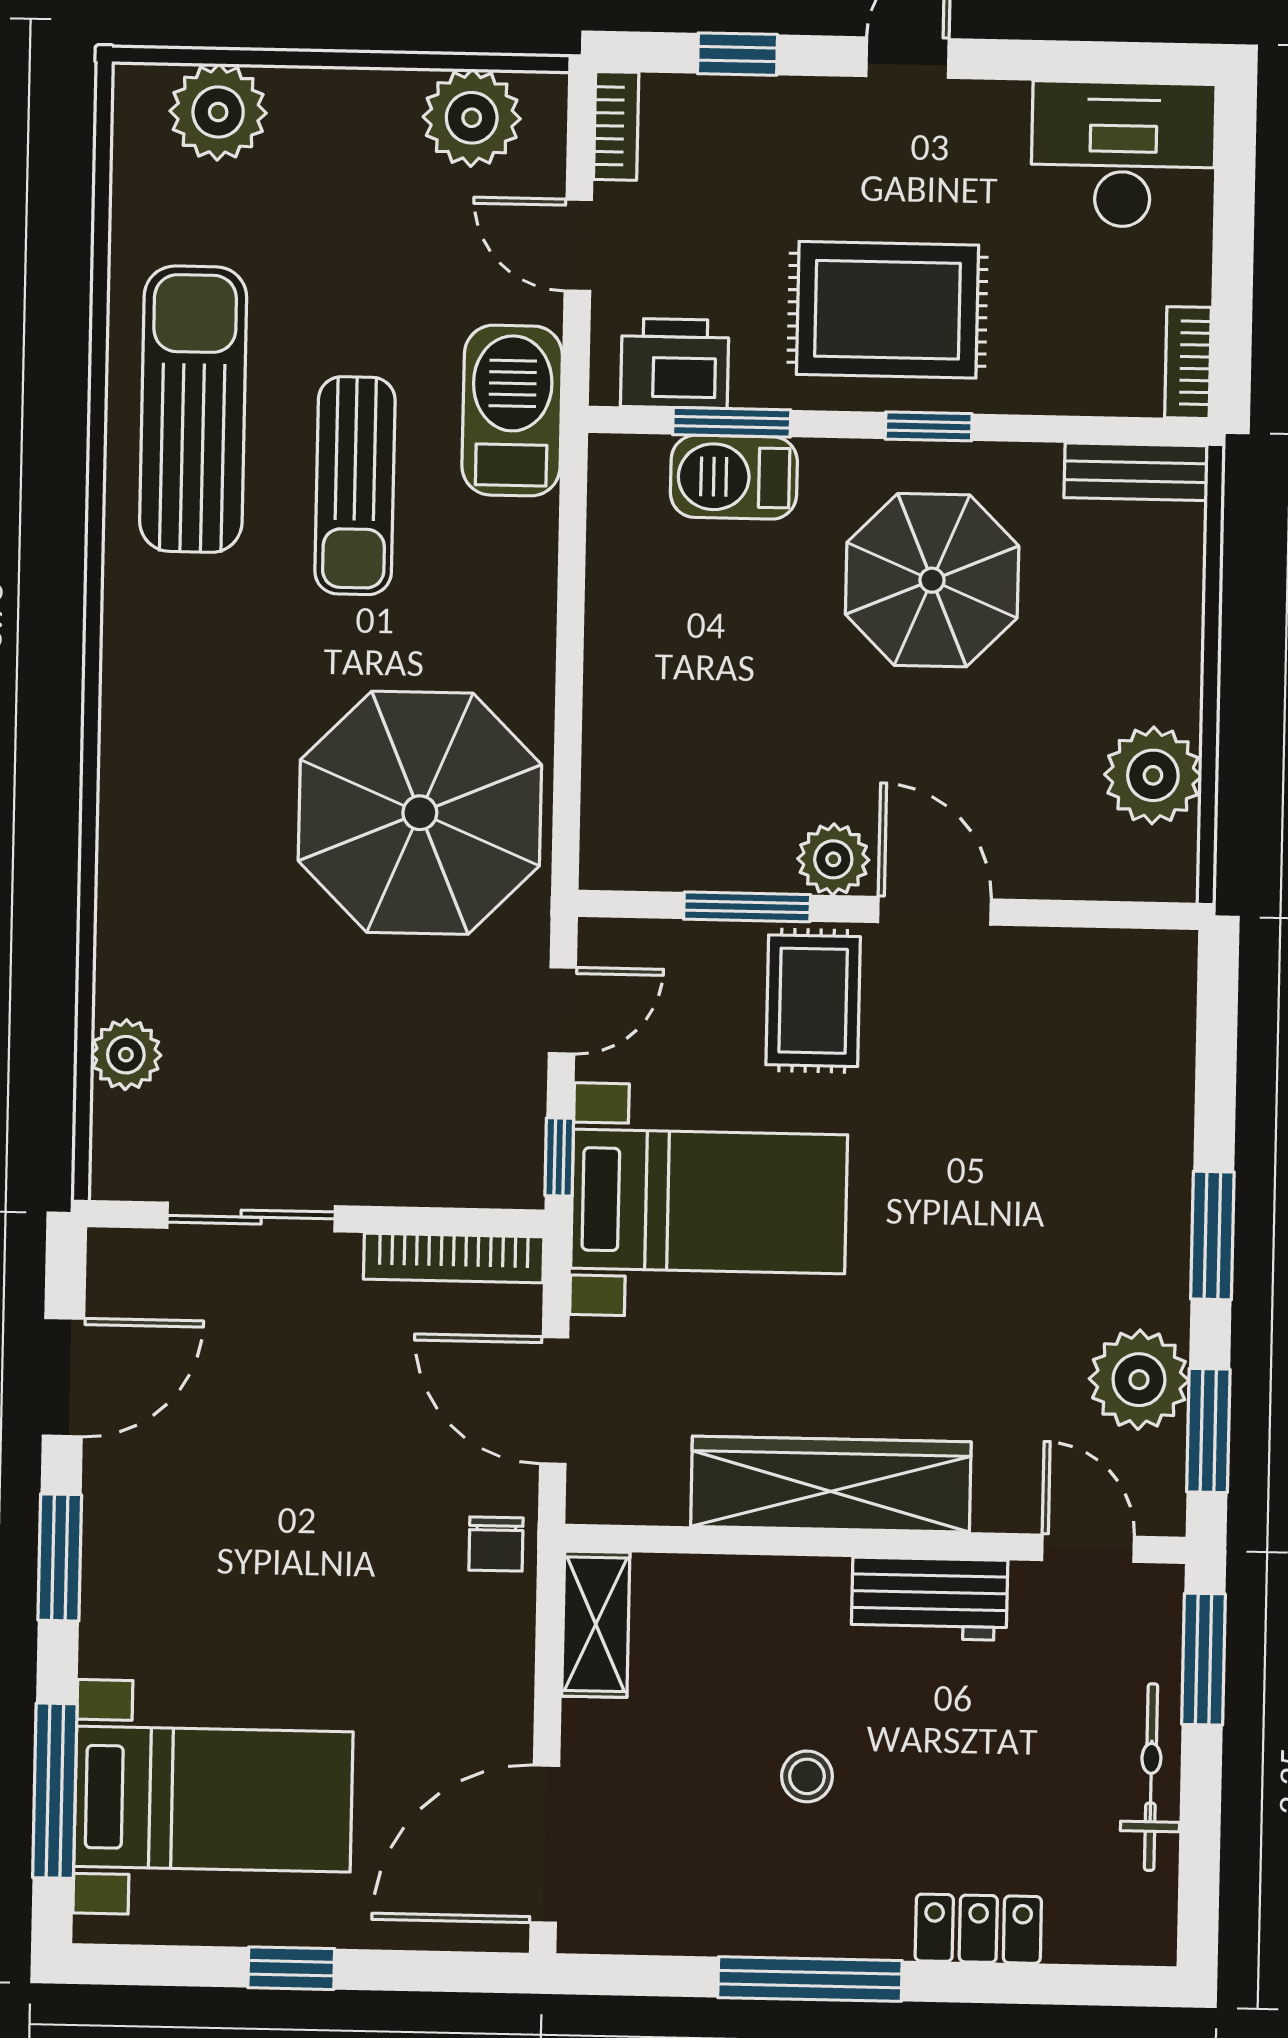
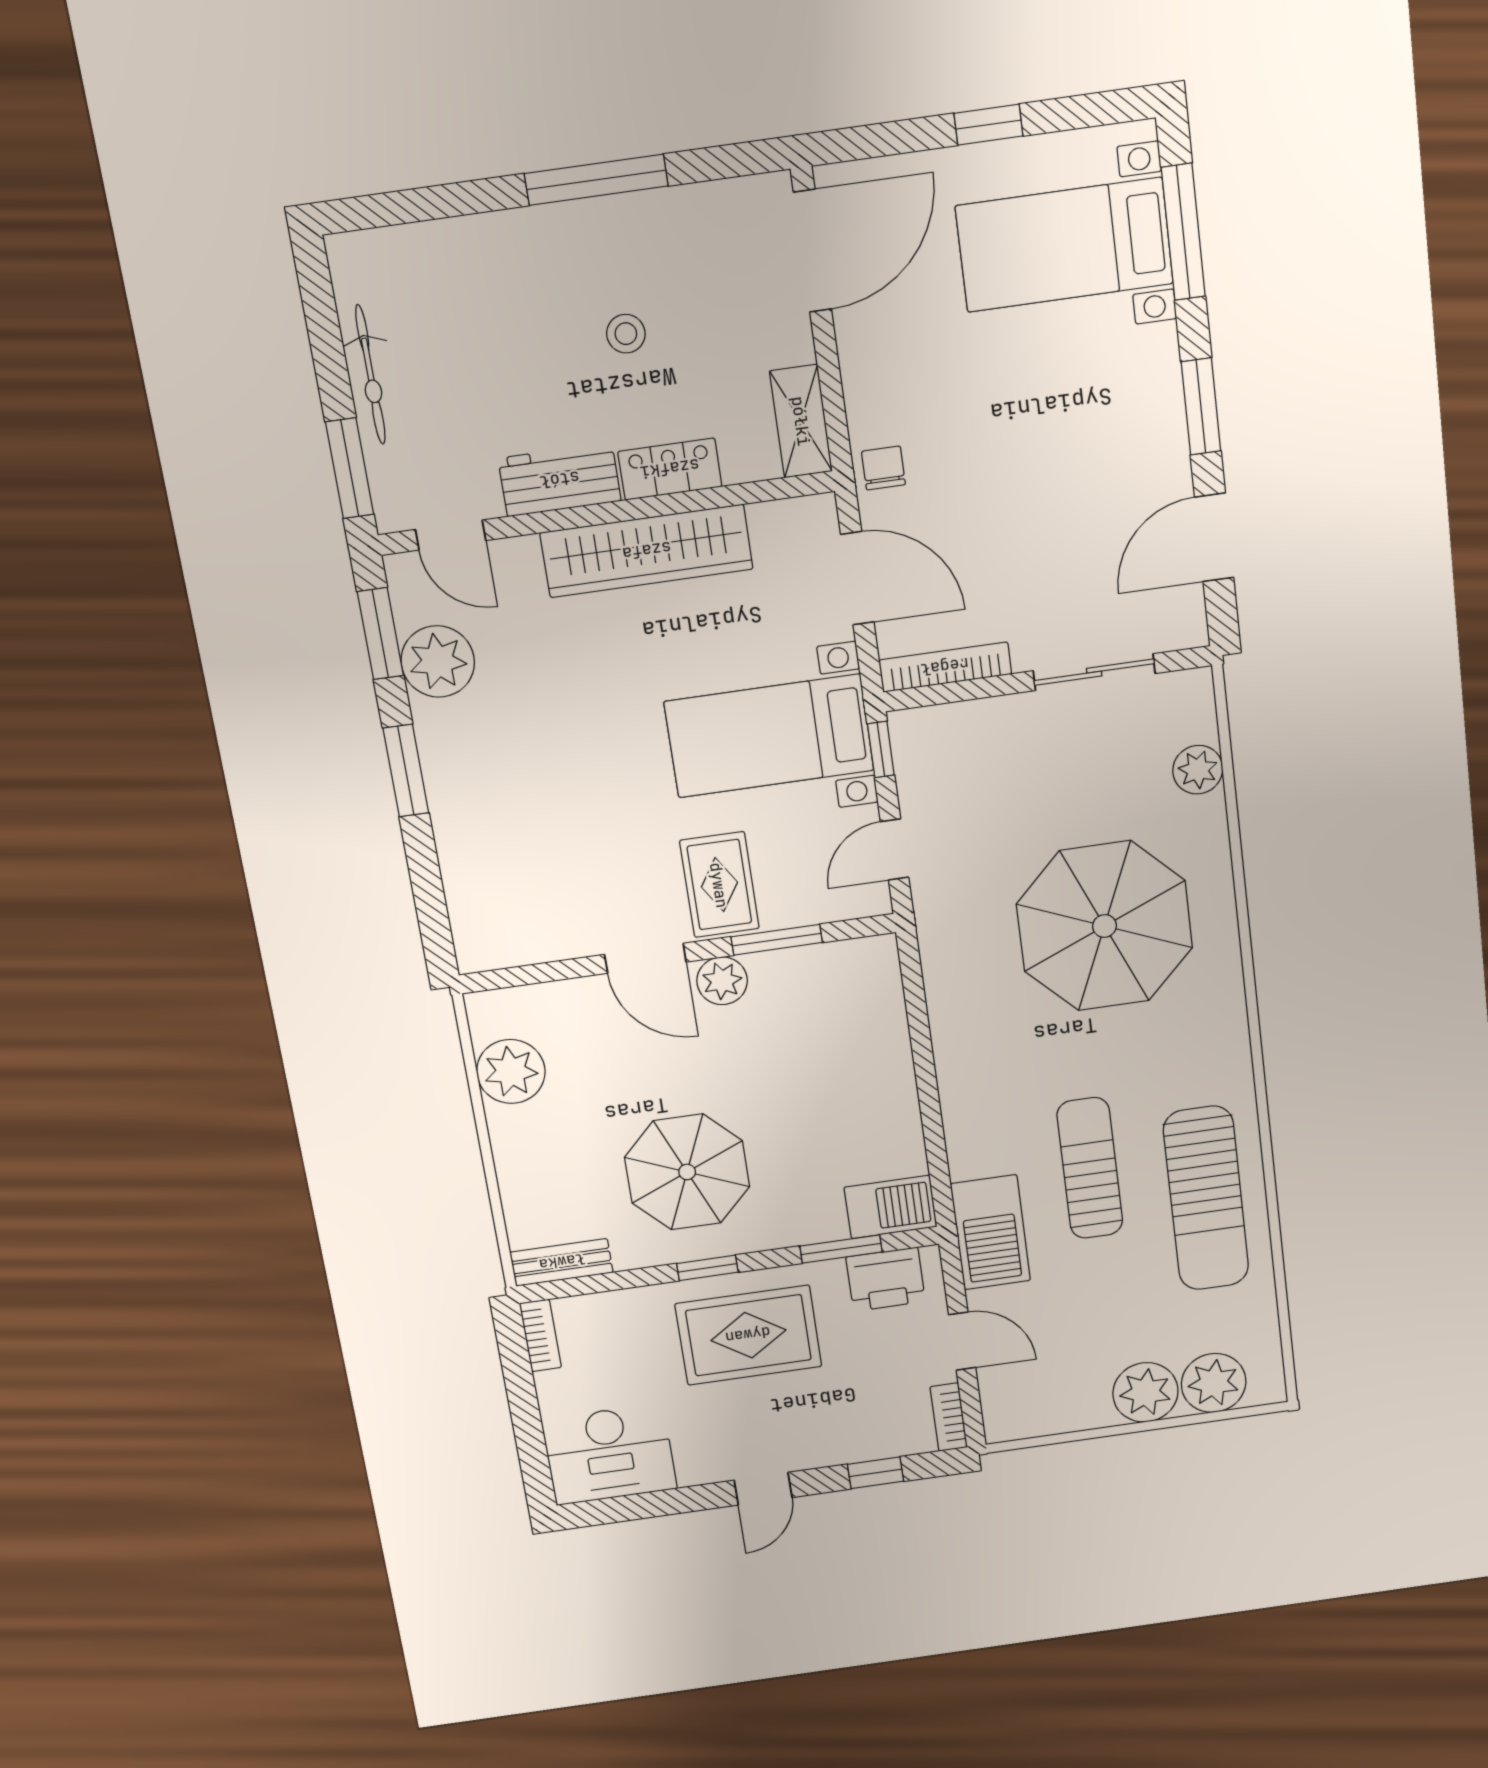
plant: (472, 118) -> (1145, 1392), moved
barbecue: (734, 477) -> (890, 1207), moved
parasol: (420, 813) -> (1105, 926), moved
locker: (978, 1929) -> (670, 469), moved, turned 180

